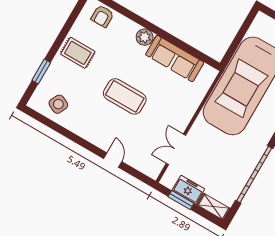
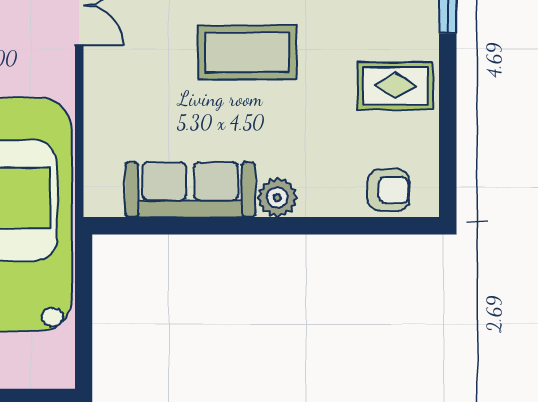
armchair: (102, 16) -> (388, 190), turned 90

